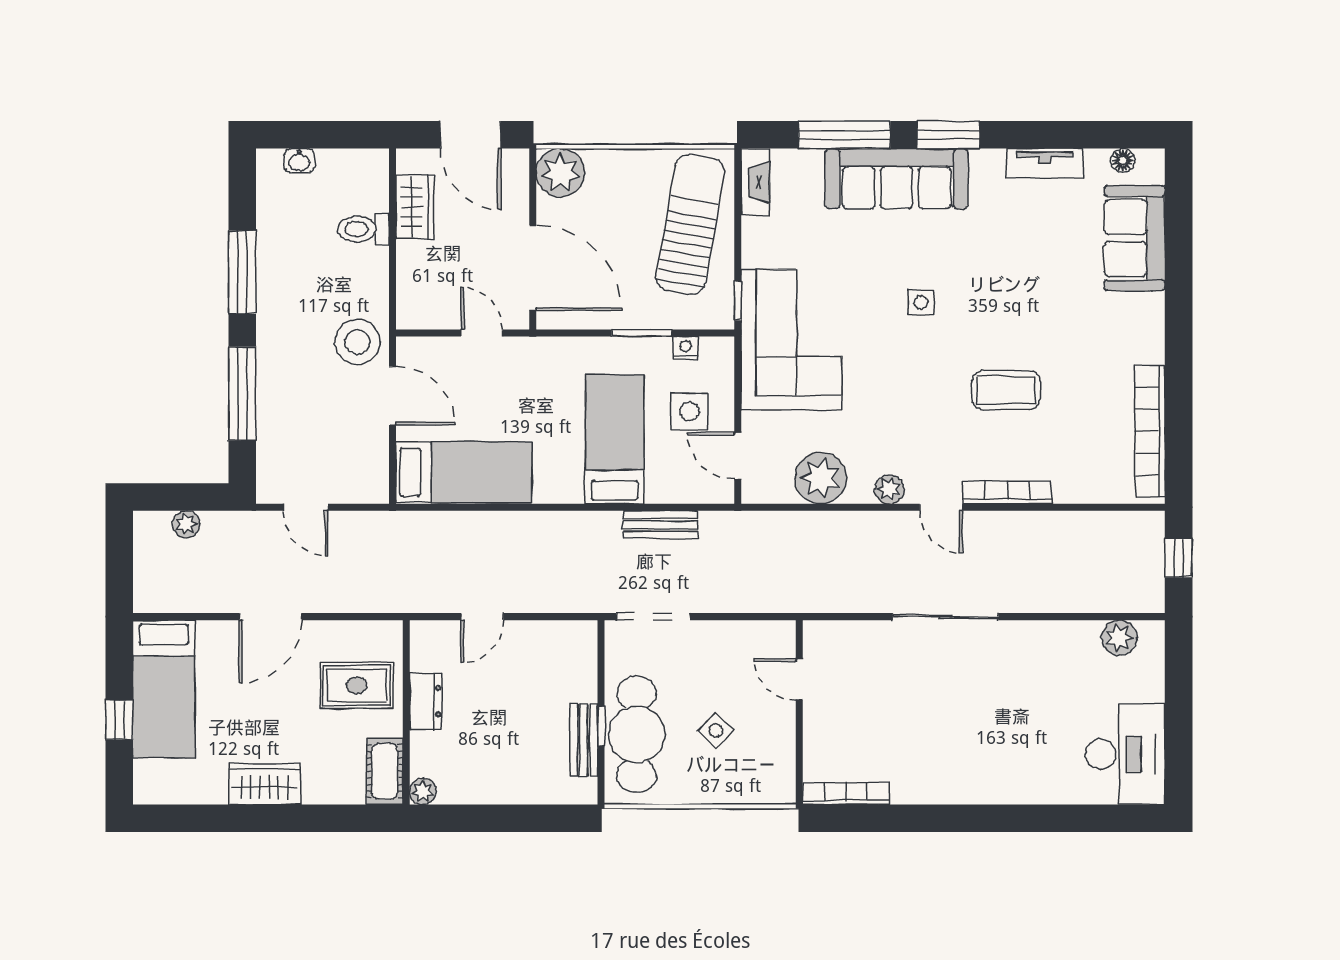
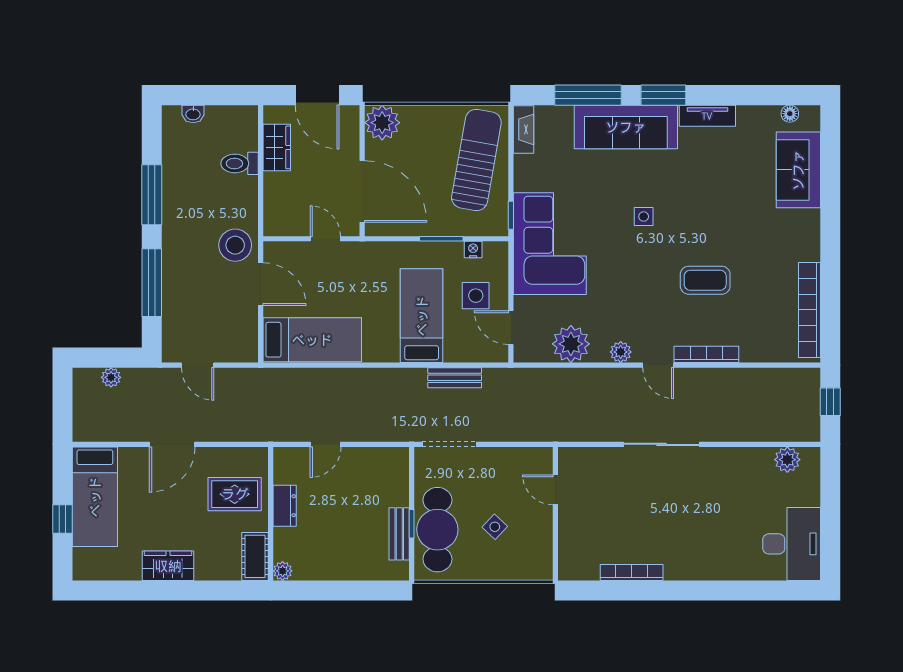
tv unit: (1045, 163) -> (707, 116), moved
bookcase: (846, 794) -> (632, 573), moved

